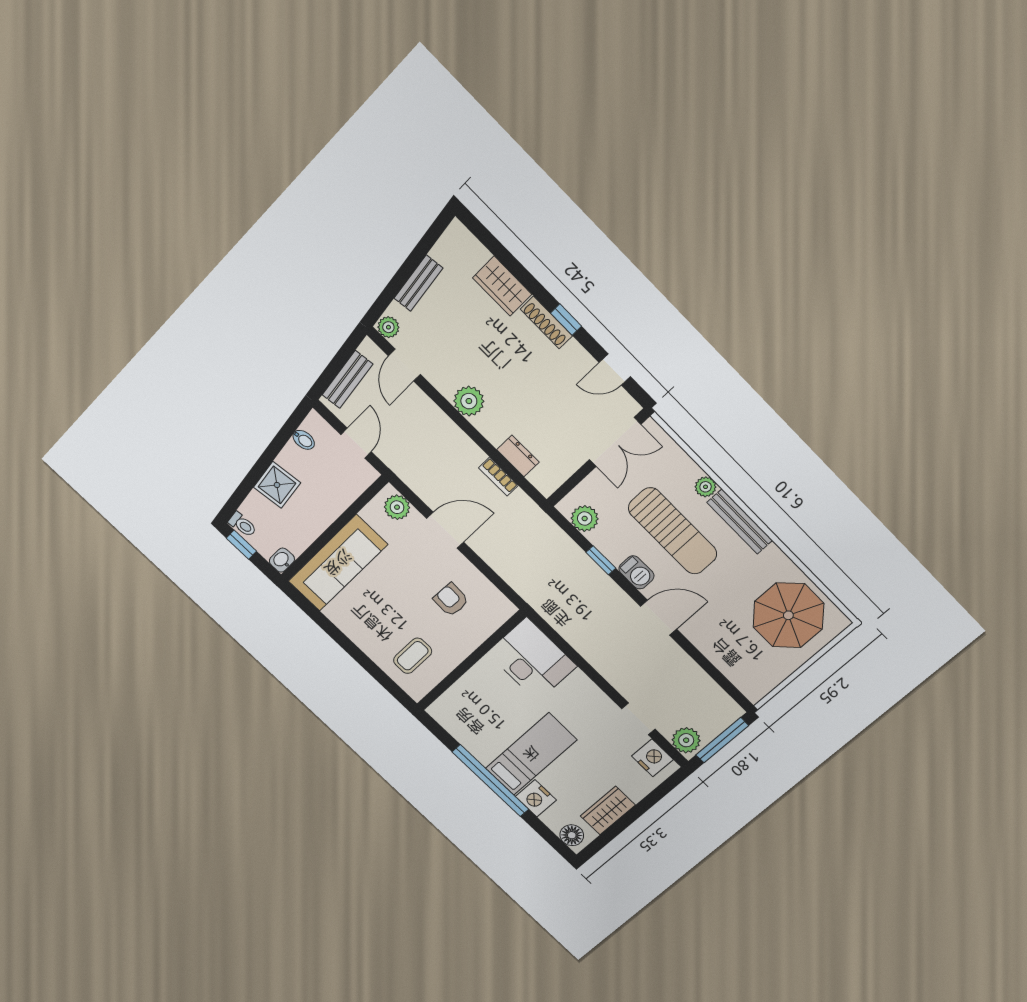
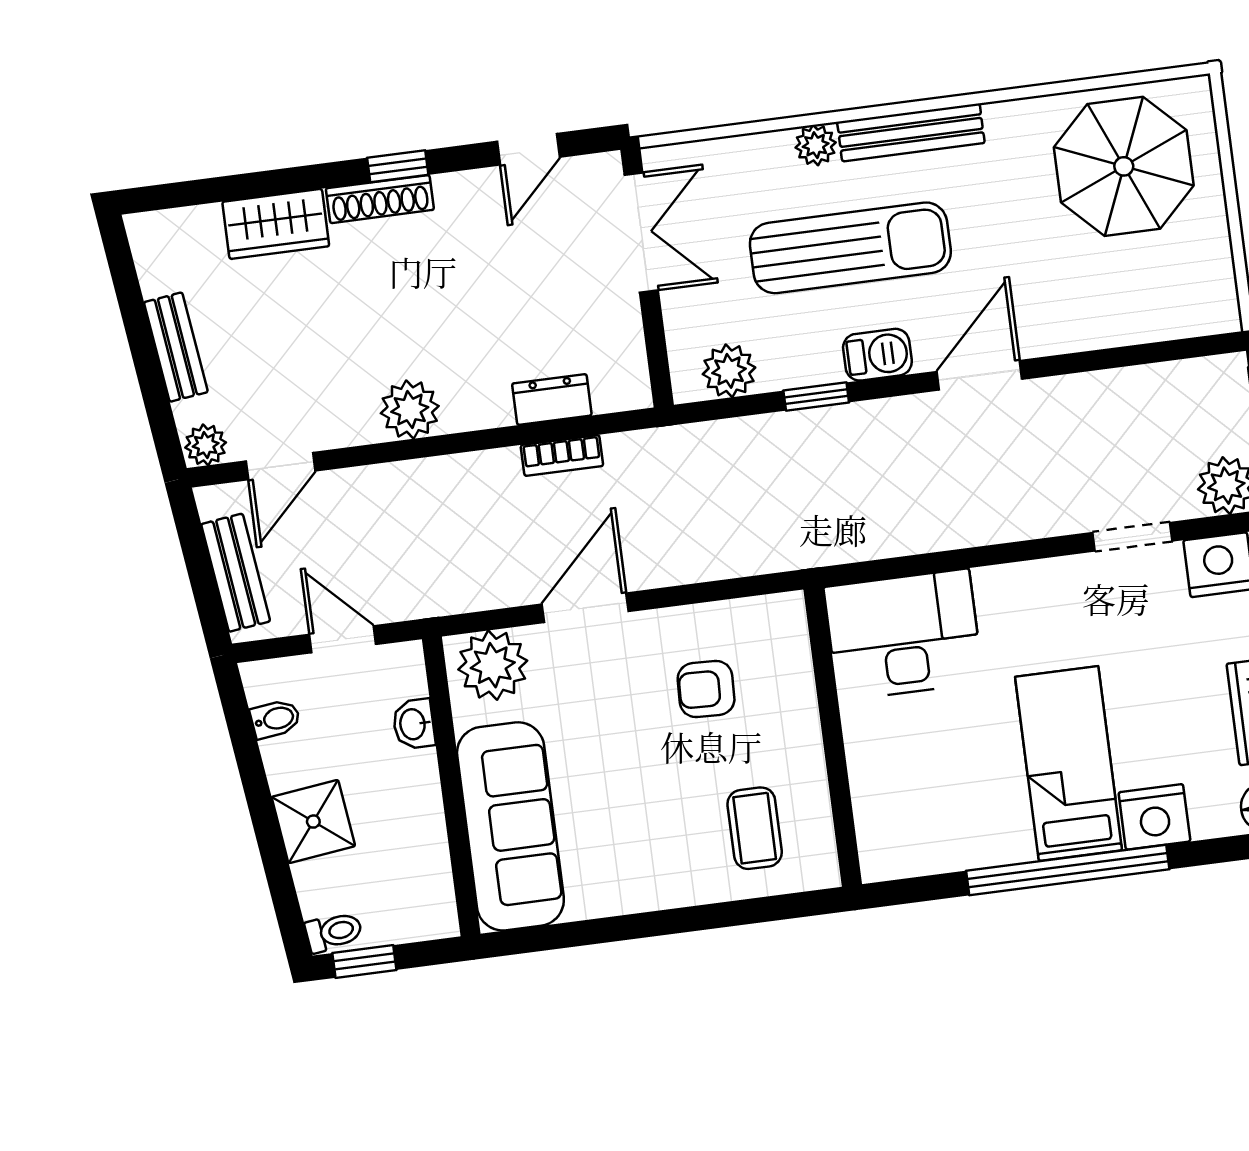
door: (404, 365) -> (281, 466), hinge flipped
plant: (397, 507) -> (493, 665), width x1.36, depth x1.36
washbasin: (282, 560) -> (414, 724), moved

